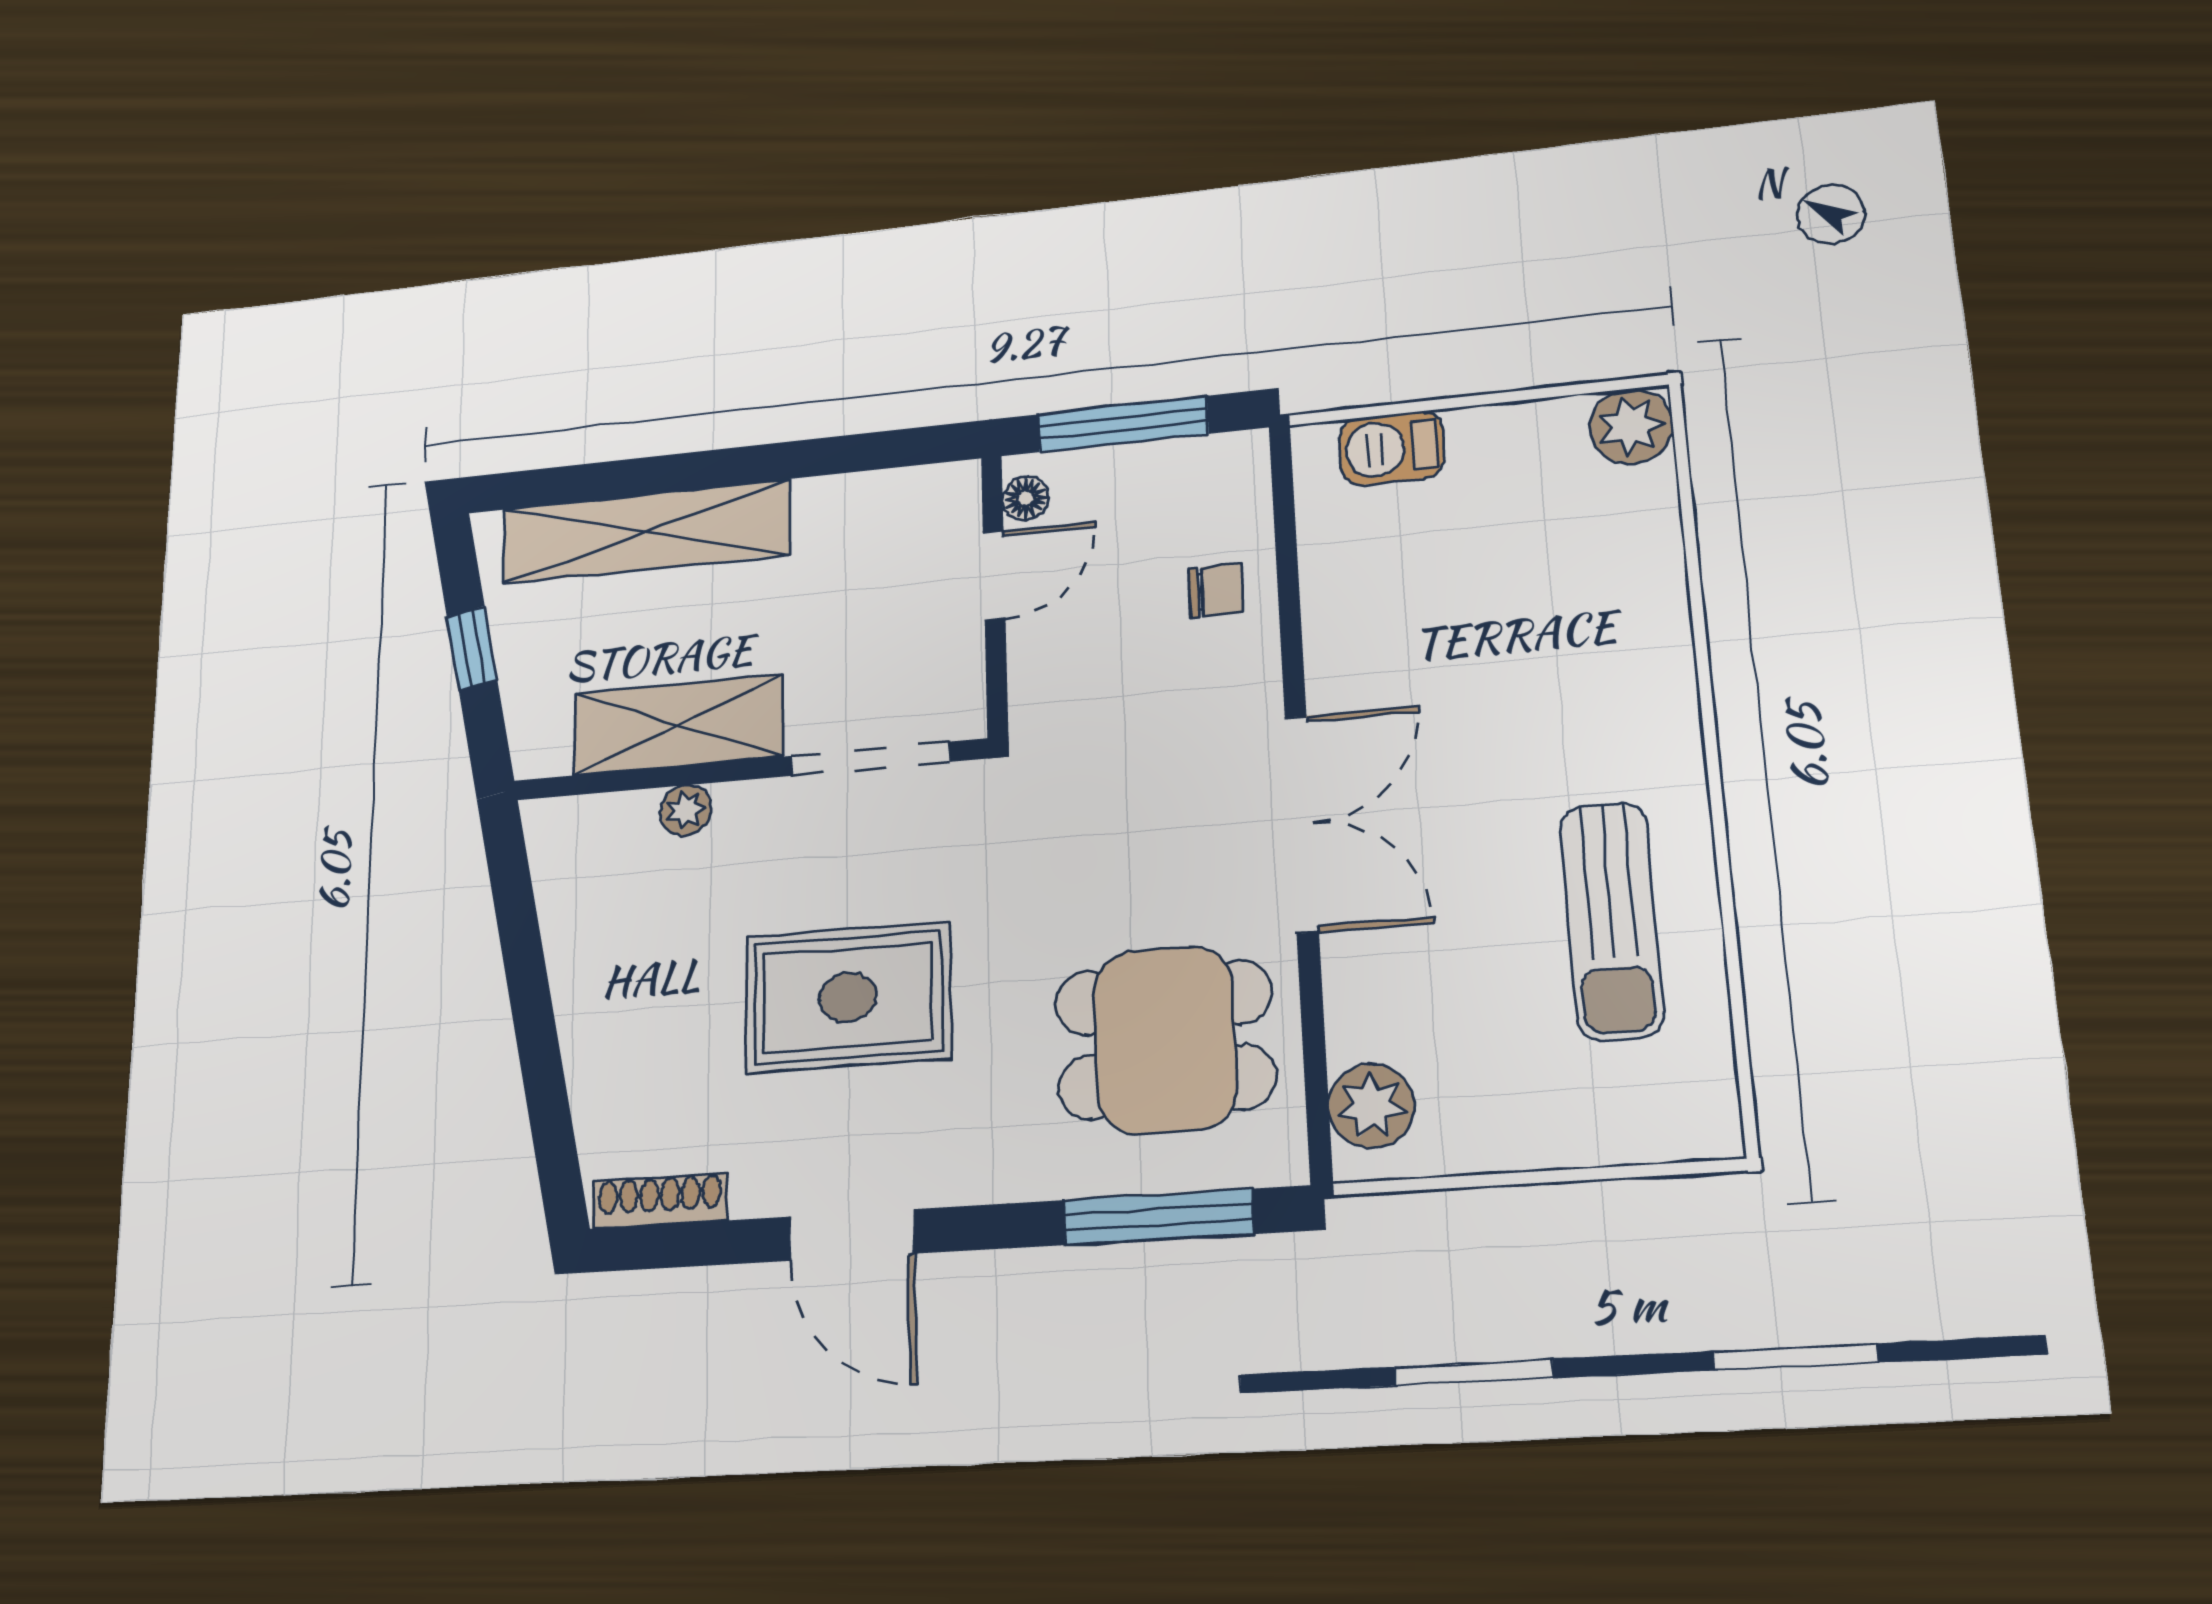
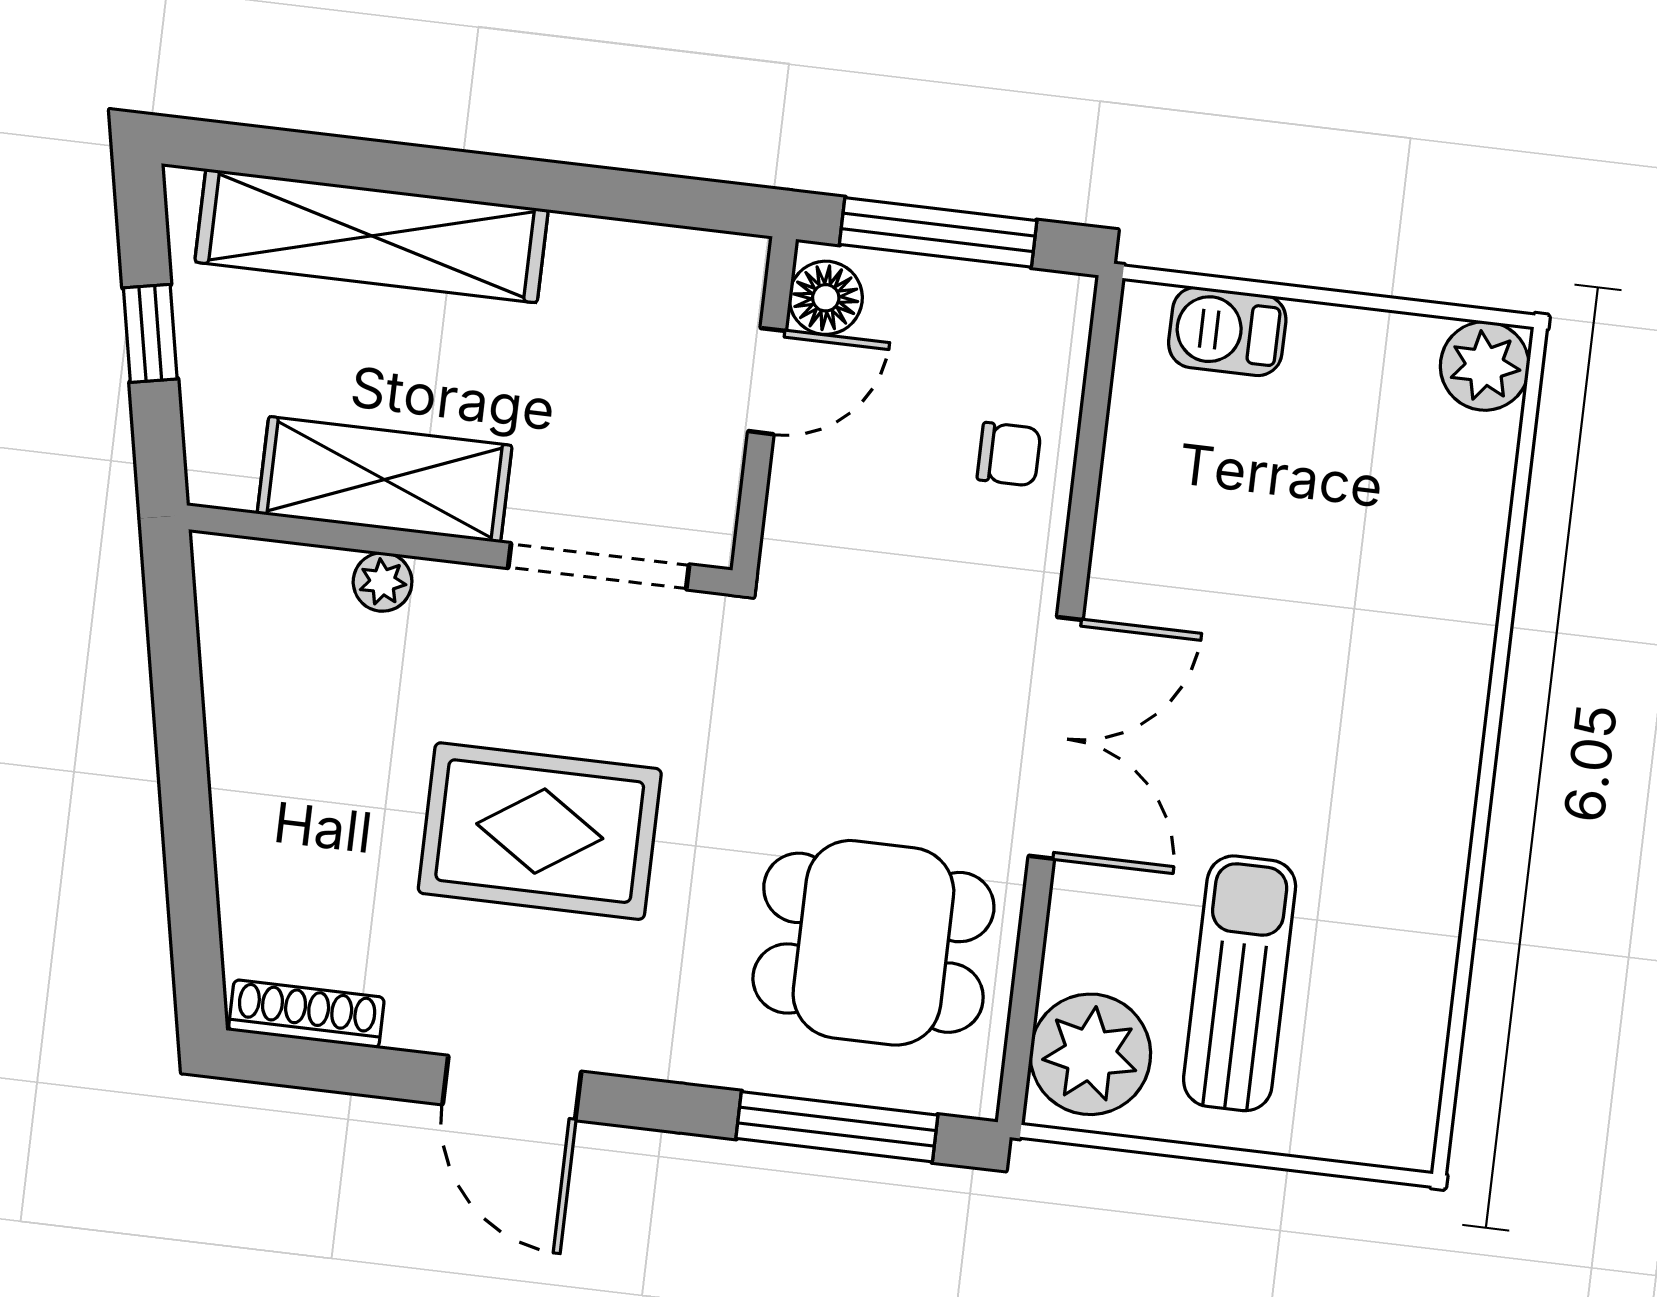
floor lamp: (1026, 498) -> (826, 298), width x1.37, depth x1.37
sun lounger: (1612, 921) -> (1240, 983), moved, turned 180
plant: (1372, 1106) -> (1090, 1054), width x1.36, depth x1.36

